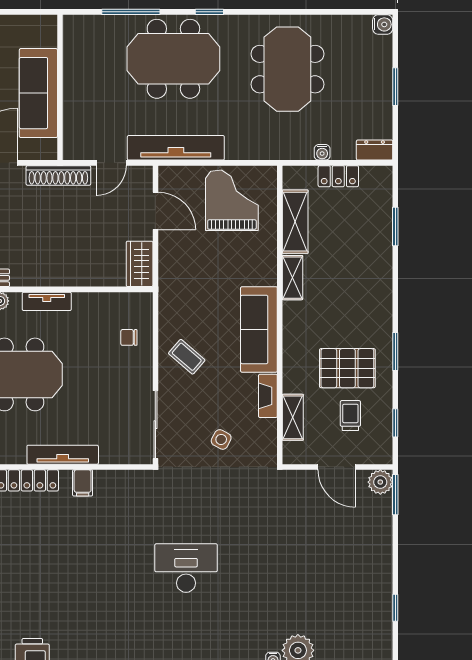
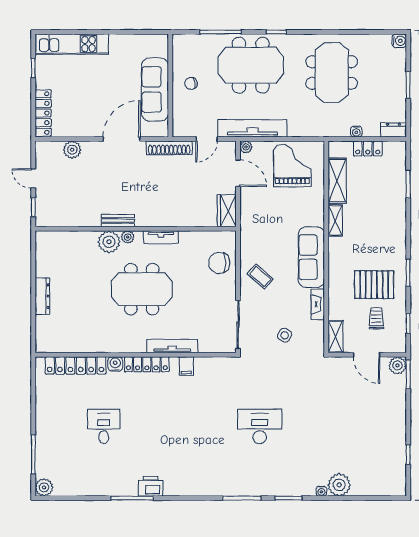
chair: (89, 85) -> (191, 83), added
plant: (167, 174) -> (246, 147), added
chair: (129, 337) -> (219, 263), width x1.87, depth x1.87
shelving: (293, 417) -> (336, 337), moved

